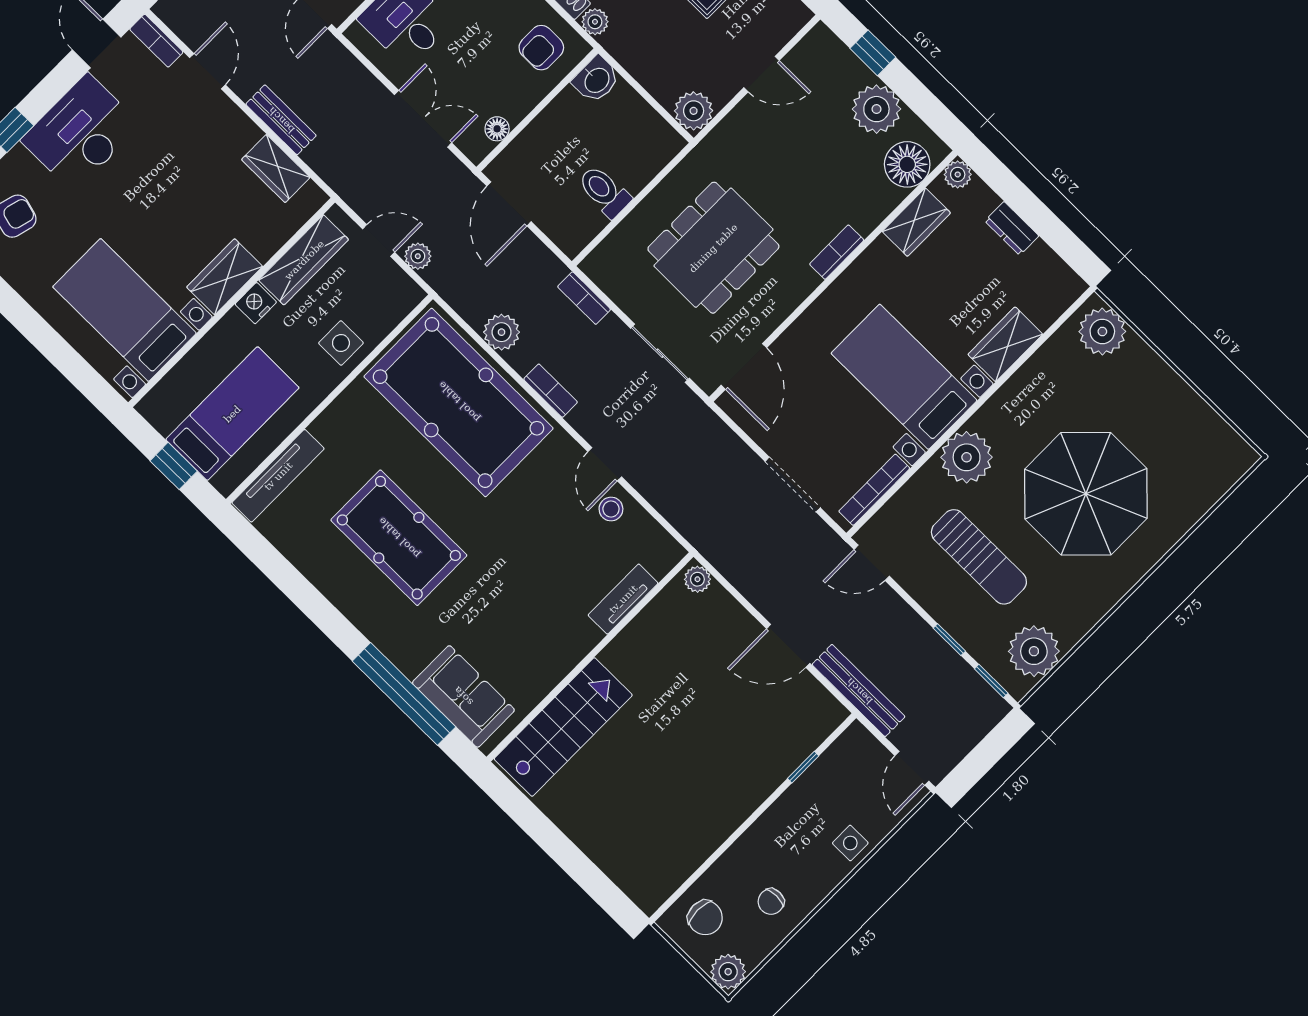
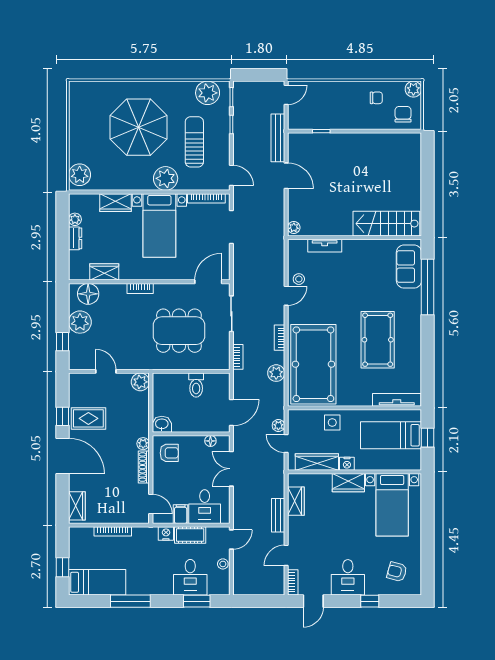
desk: (81, 133) -> (348, 577), width x0.73
plant: (958, 174) -> (75, 219), moved
side table: (850, 843) -> (331, 91), removed

